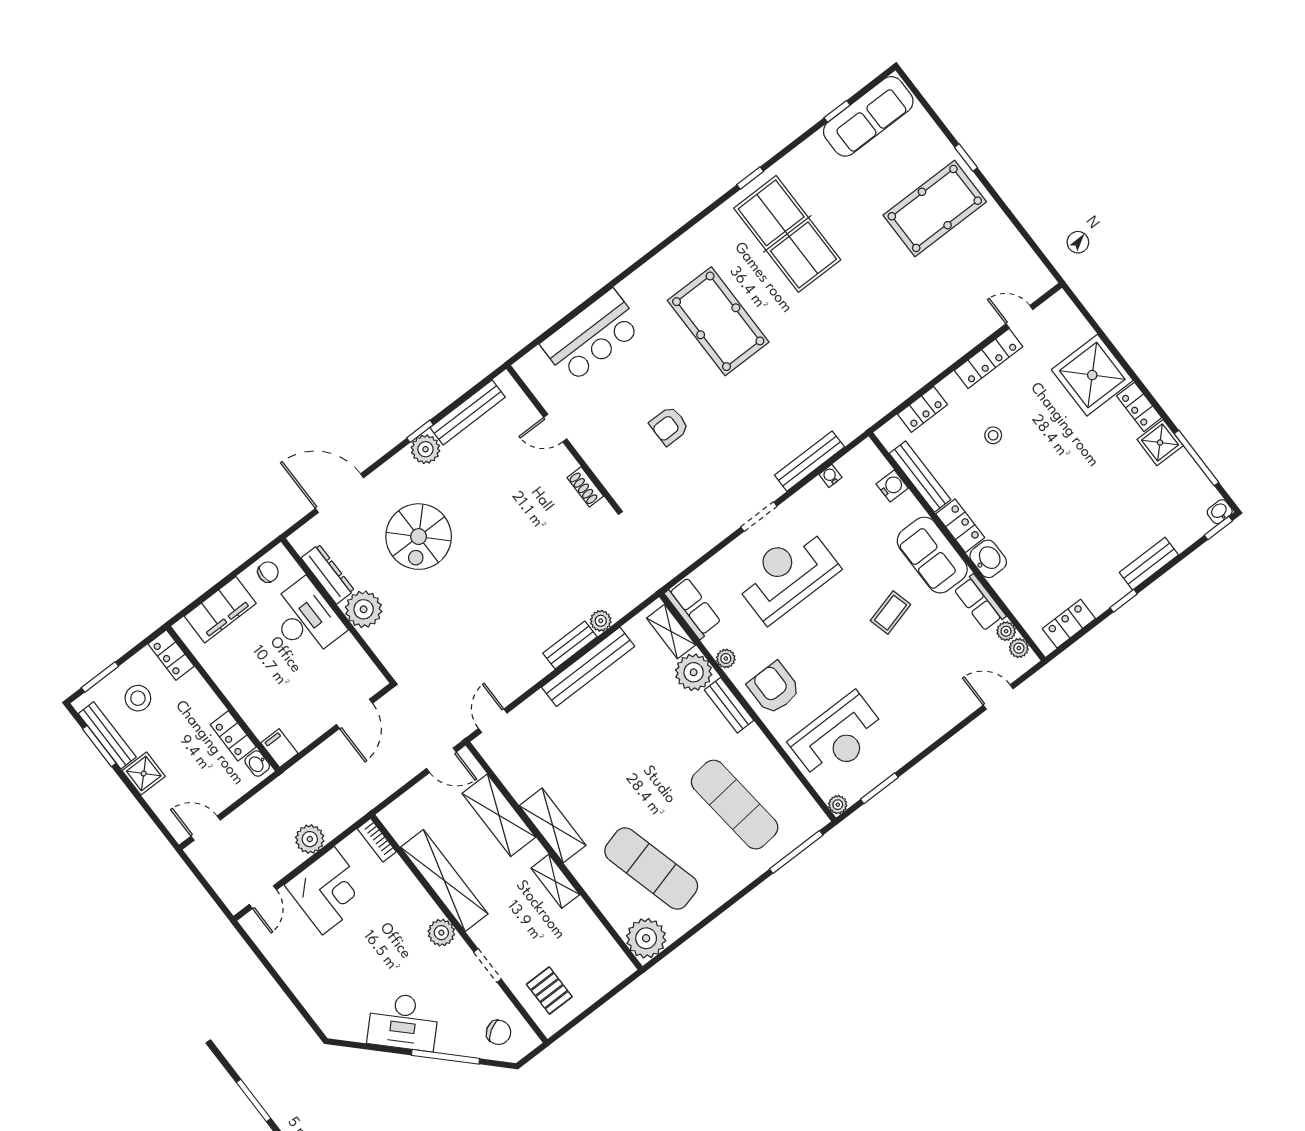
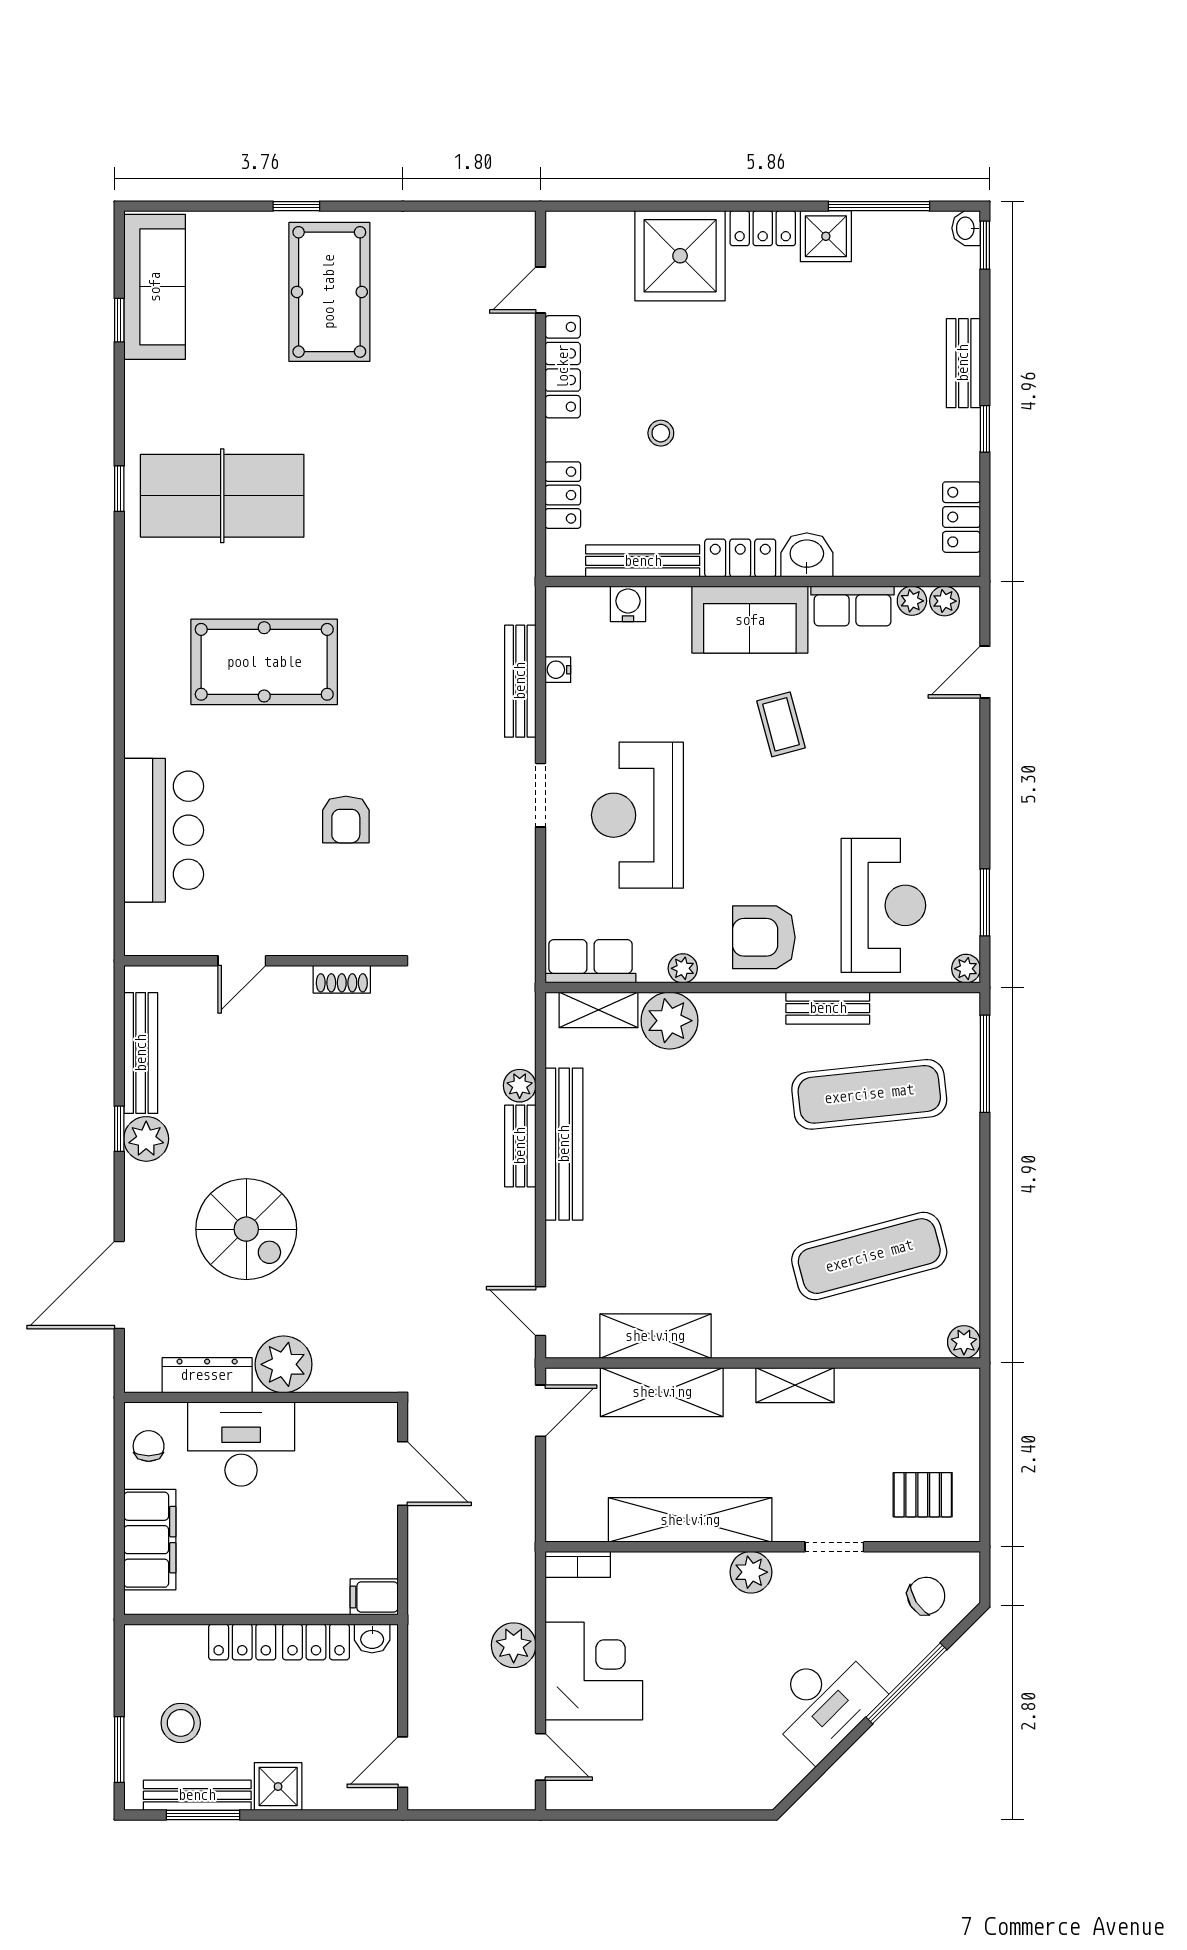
locker: (171, 655) -> (242, 1642), moved
bench: (729, 705) -> (828, 1008), moved
shelving: (553, 825) -> (655, 1336), moved
plant: (646, 938) -> (964, 1342), width x0.53, depth x0.53

